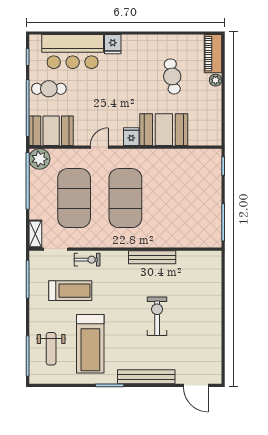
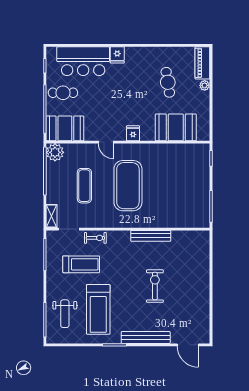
booth: (164, 130) -> (176, 127), moved
door: (99, 147) -> (106, 142), swing flipped
exercise mat: (74, 198) -> (84, 186), width x0.50, depth x0.69

